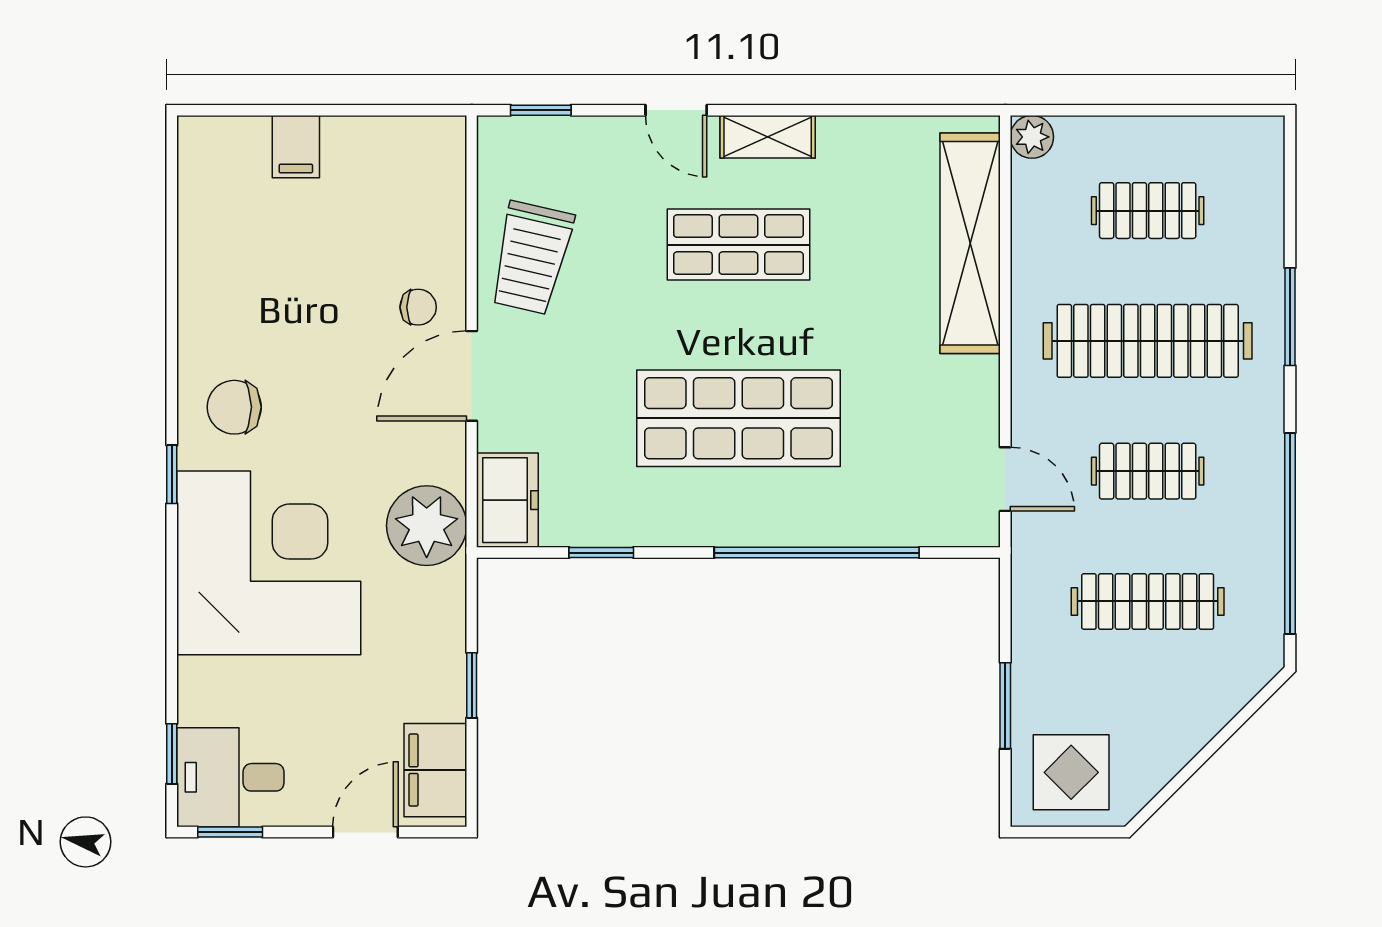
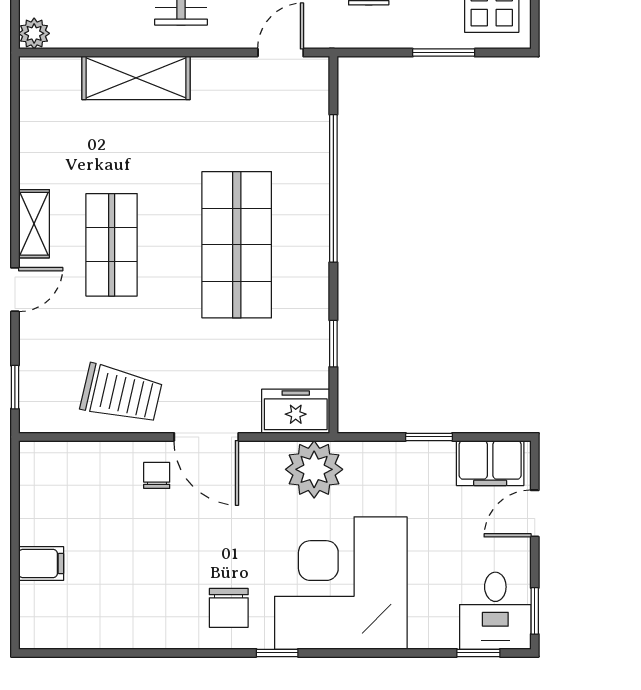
shelving: (970, 243) -> (136, 78), width x0.68
door: (365, 832) -> (535, 513), hinge flipped

